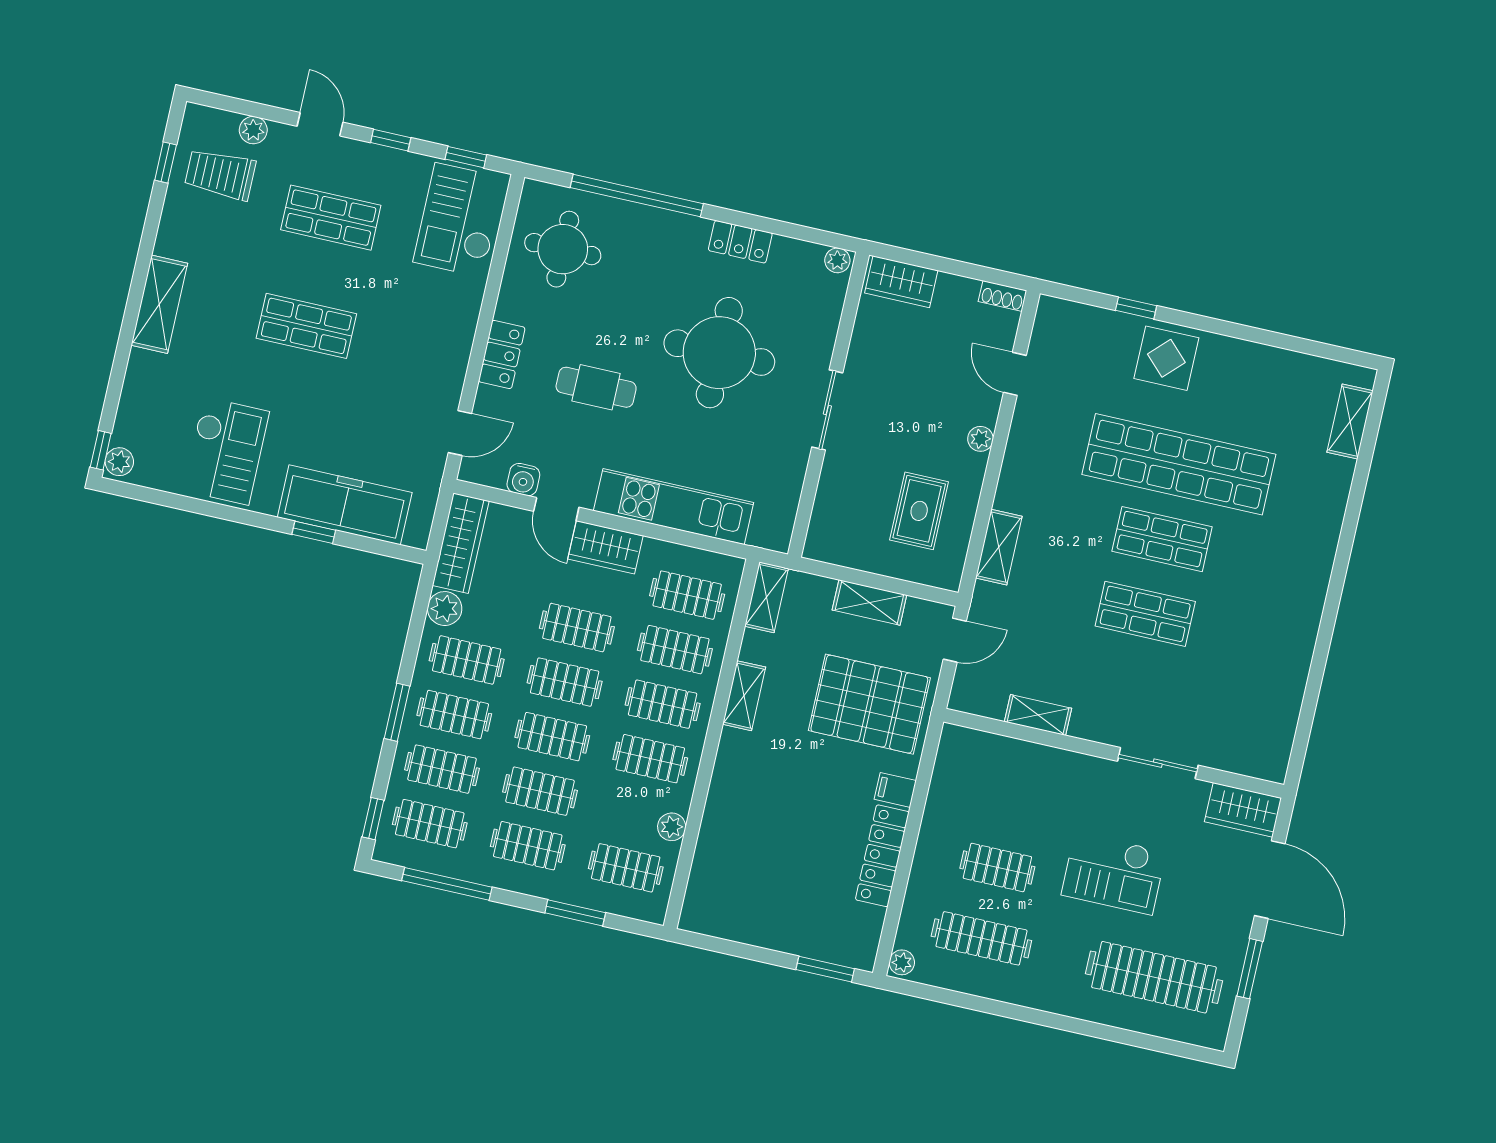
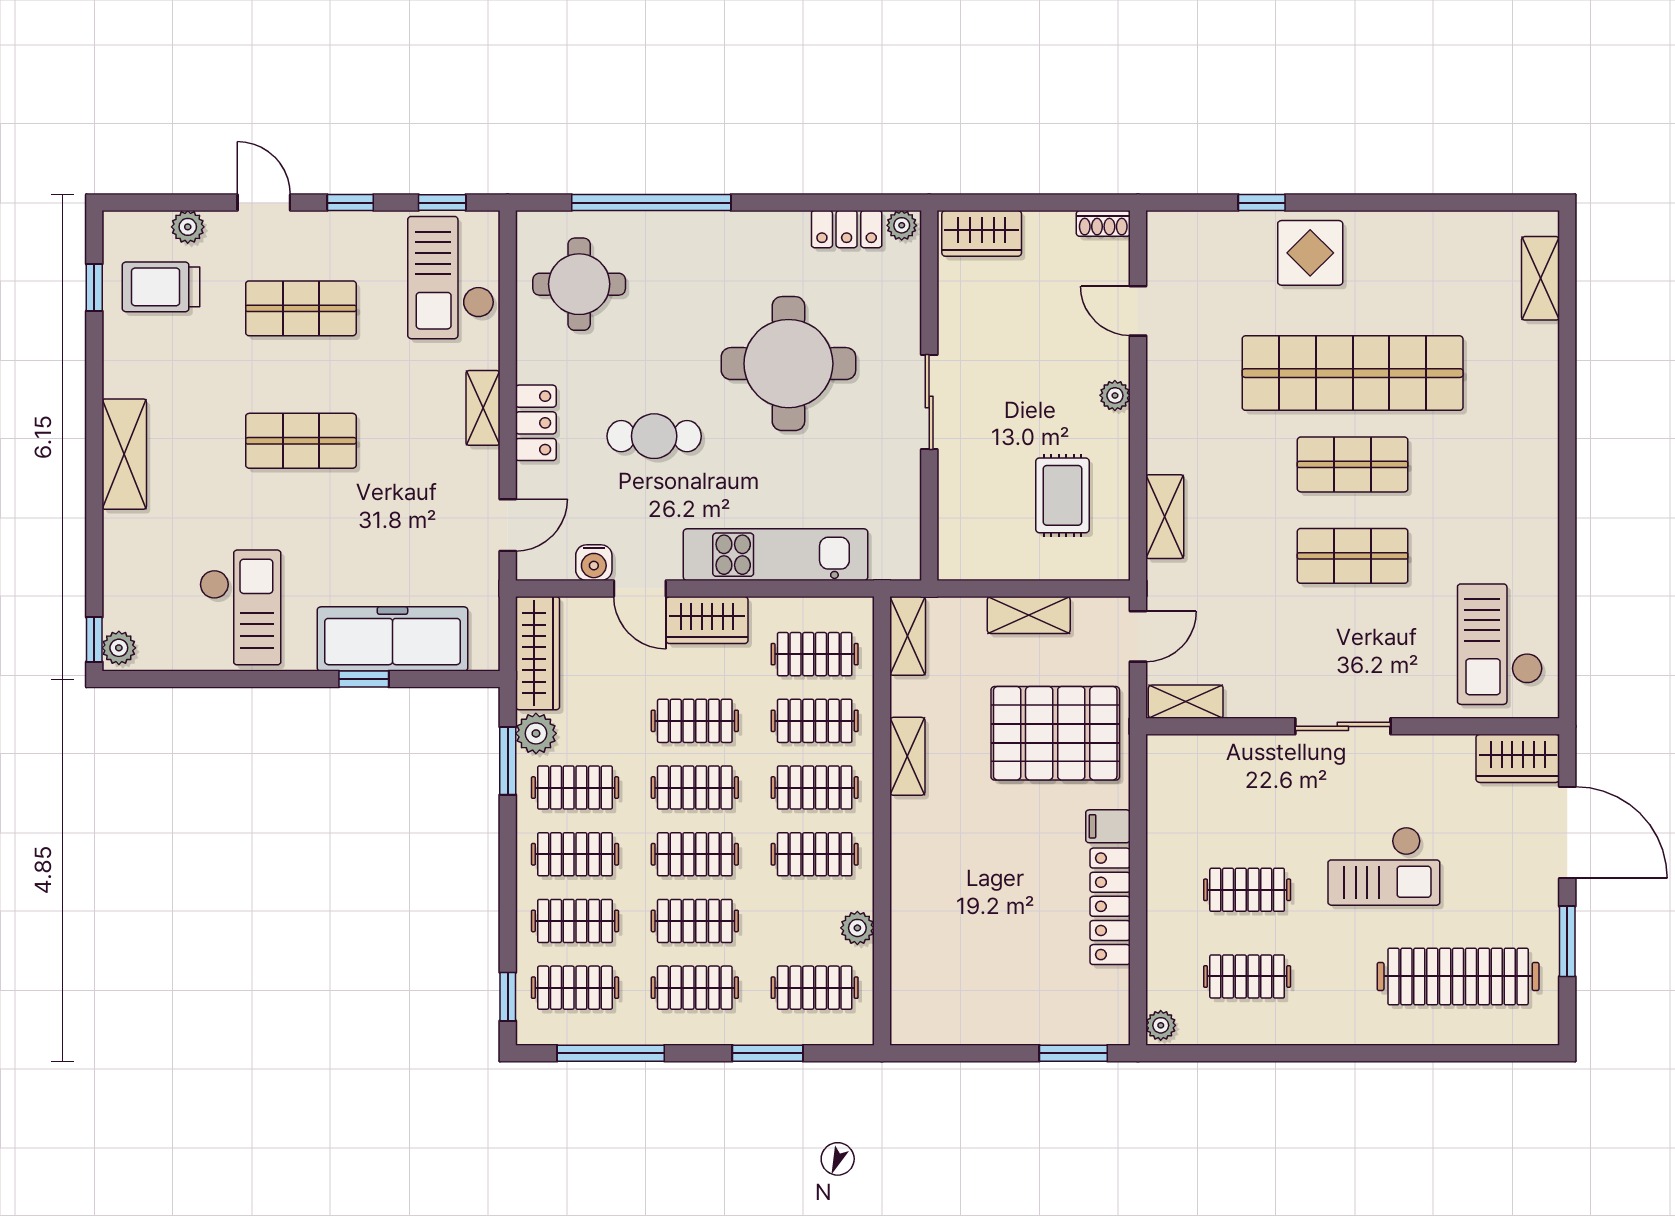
locker: (740, 242) -> (847, 229), moved
shelving: (461, 333) -> (483, 408), added
window: (397, 712) -> (508, 761), moved
checkout: (1249, 713) -> (1500, 644), added
shelving: (1038, 715) -> (1186, 702), moved
sliding door: (1158, 763) -> (1343, 726), moved
clothes rail: (981, 938) -> (1247, 976), width x0.73

